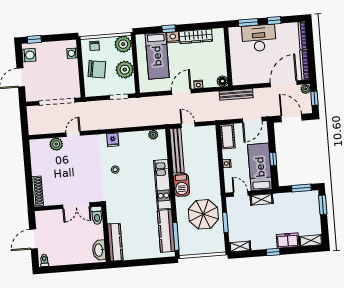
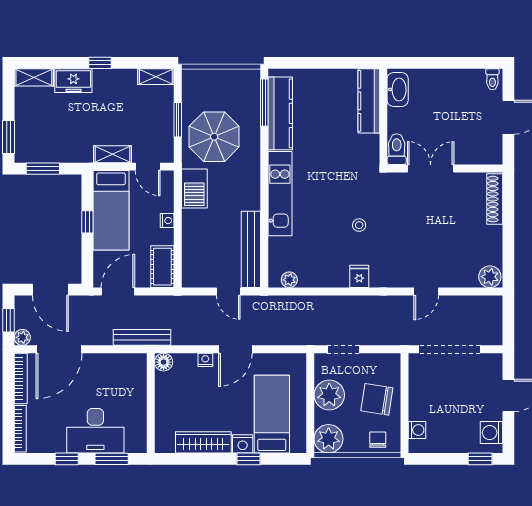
plant: (56, 144) -> (490, 277), moved
barbecue: (182, 185) -> (194, 188), moved, turned 180

